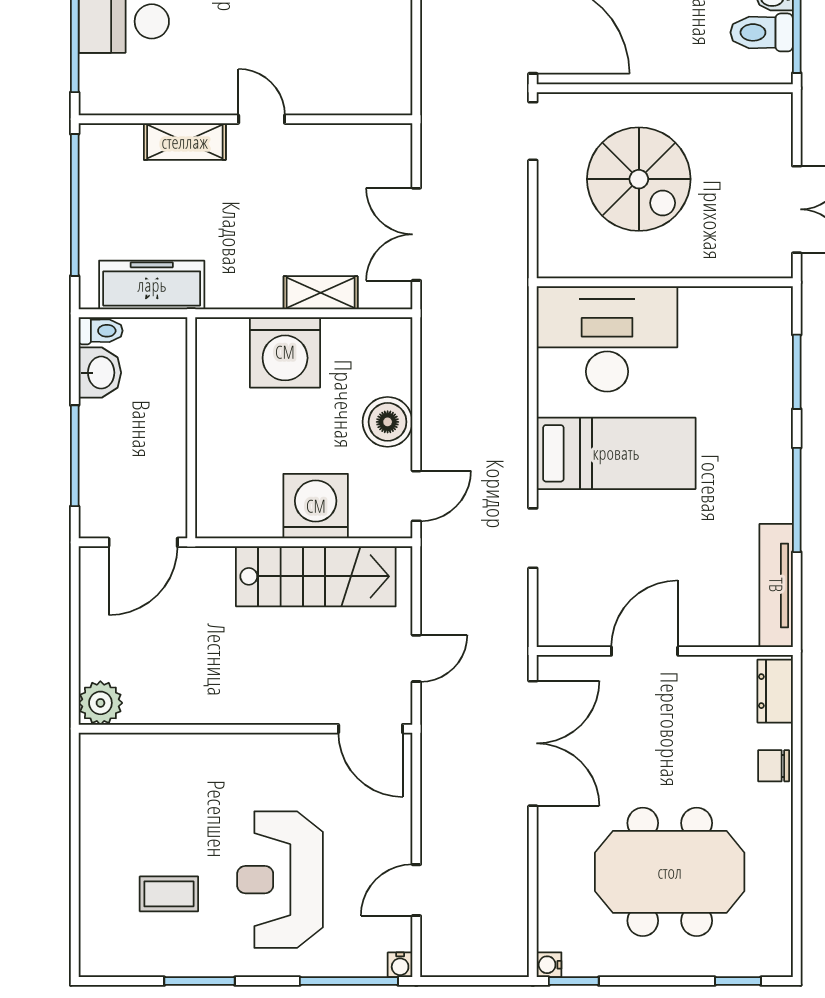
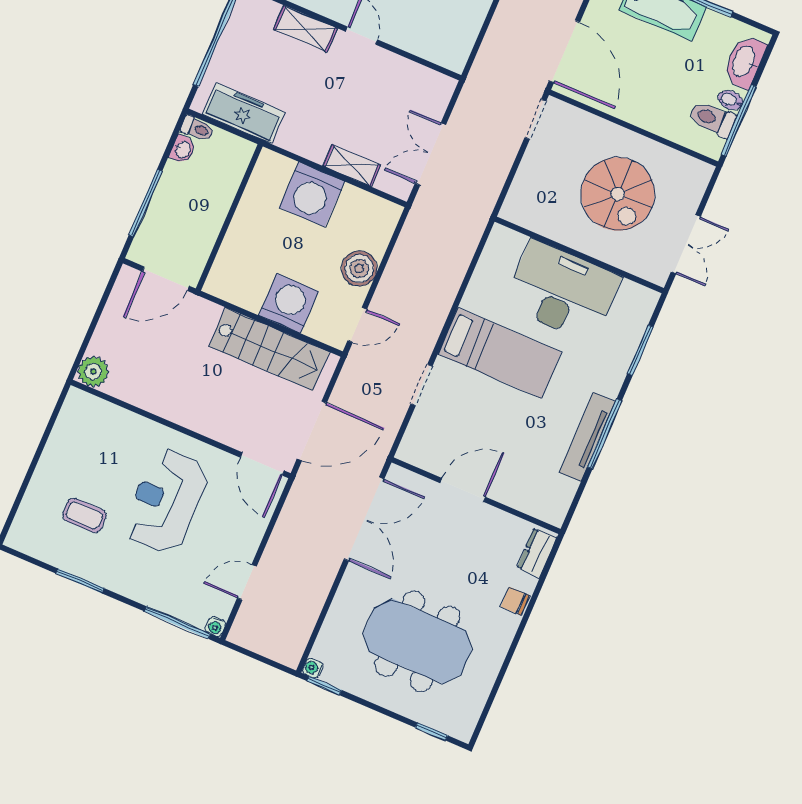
spiral stairs: (639, 179) -> (618, 194), moved
desk: (607, 339) -> (562, 291), moved
washbasin: (100, 373) -> (183, 149), width x0.72, depth x0.69
tv unit: (776, 585) -> (587, 437), moved
door: (416, 658) -> (312, 431), width x1.87
reception desk: (280, 880) -> (166, 501), moved

